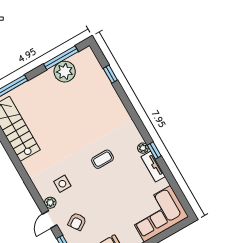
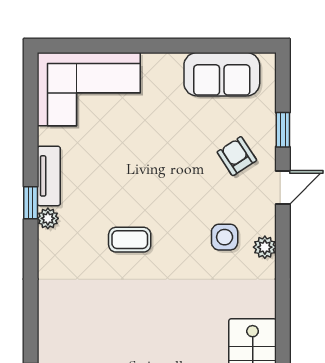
plant: (50, 203) -> (265, 247), moved
armchair: (77, 222) -> (237, 156), turned -89

